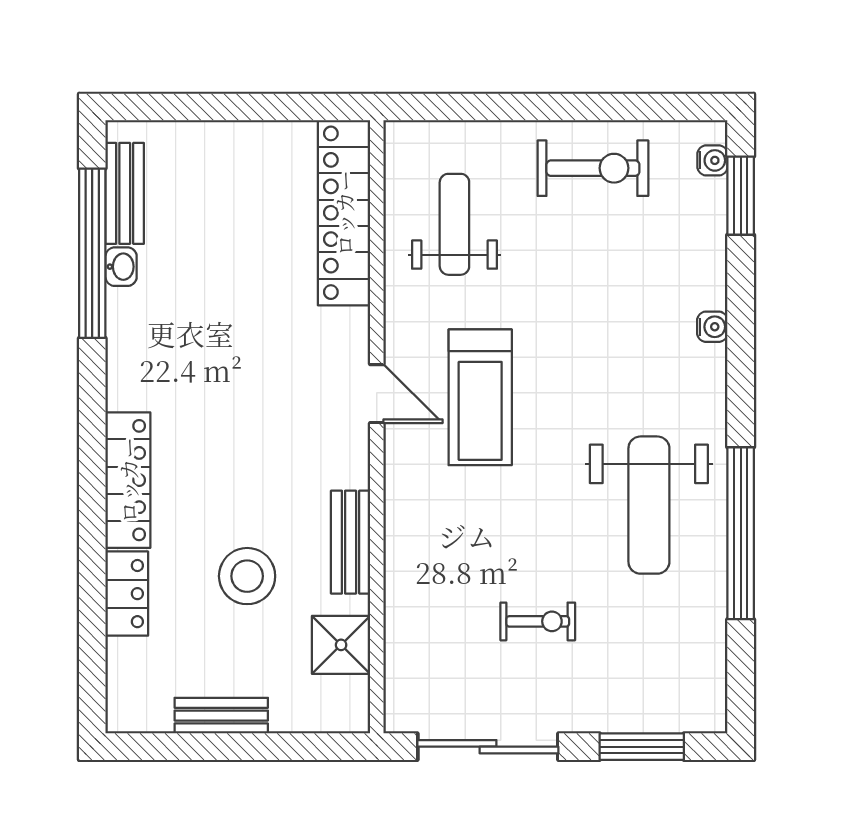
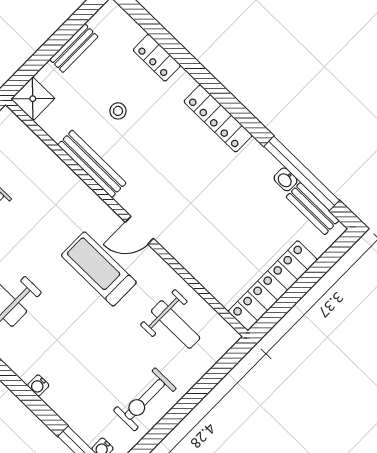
locker: (344, 213) -> (273, 286), moved, turned -90
locker: (128, 480) -> (218, 119), moved
bench: (351, 542) -> (92, 164), width x1.36
stool: (247, 576) -> (118, 111), width x0.53, depth x0.53
shower: (341, 645) -> (33, 99), moved

